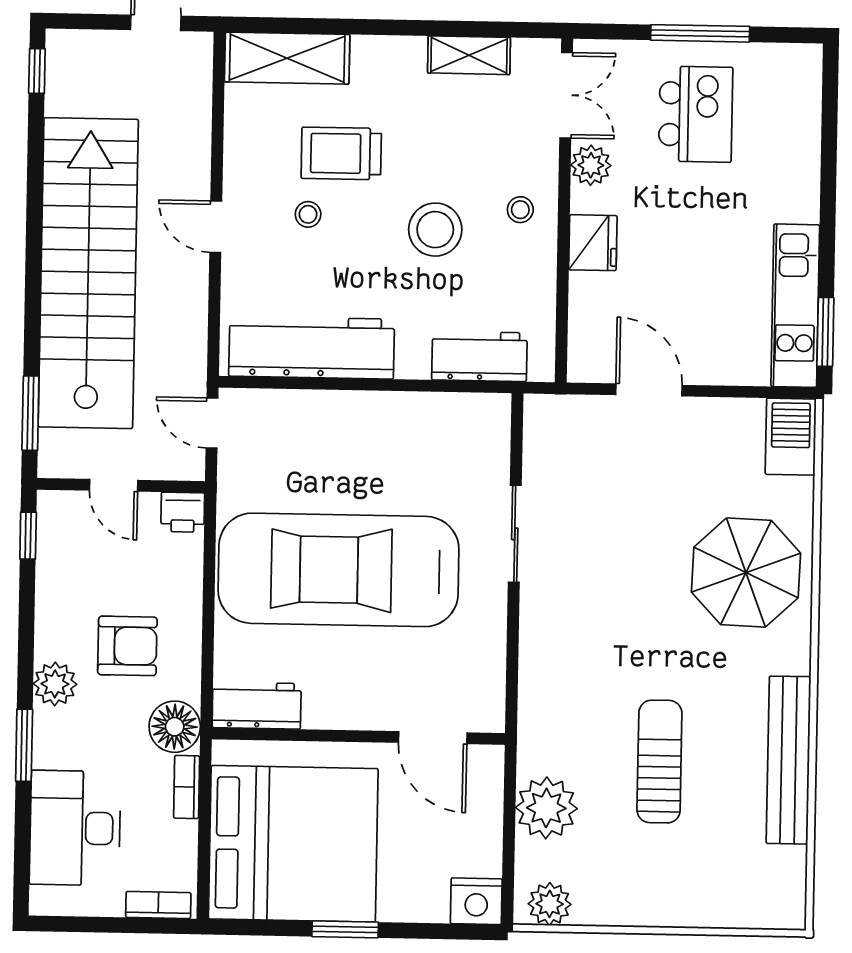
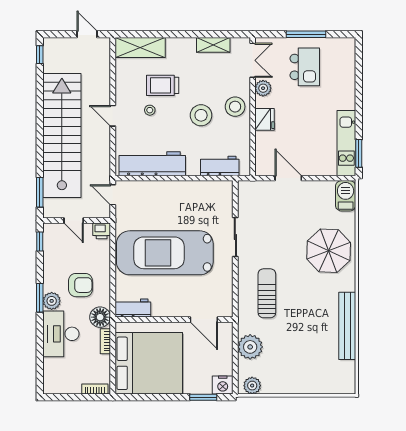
stool: (520, 210) -> (235, 107), width x1.89, depth x1.89
window: (24, 745) -> (40, 298), moved
sun lounger: (659, 762) -> (267, 293), moved
desk: (75, 828) -> (61, 334), moved
window: (345, 929) -> (203, 397), moved

